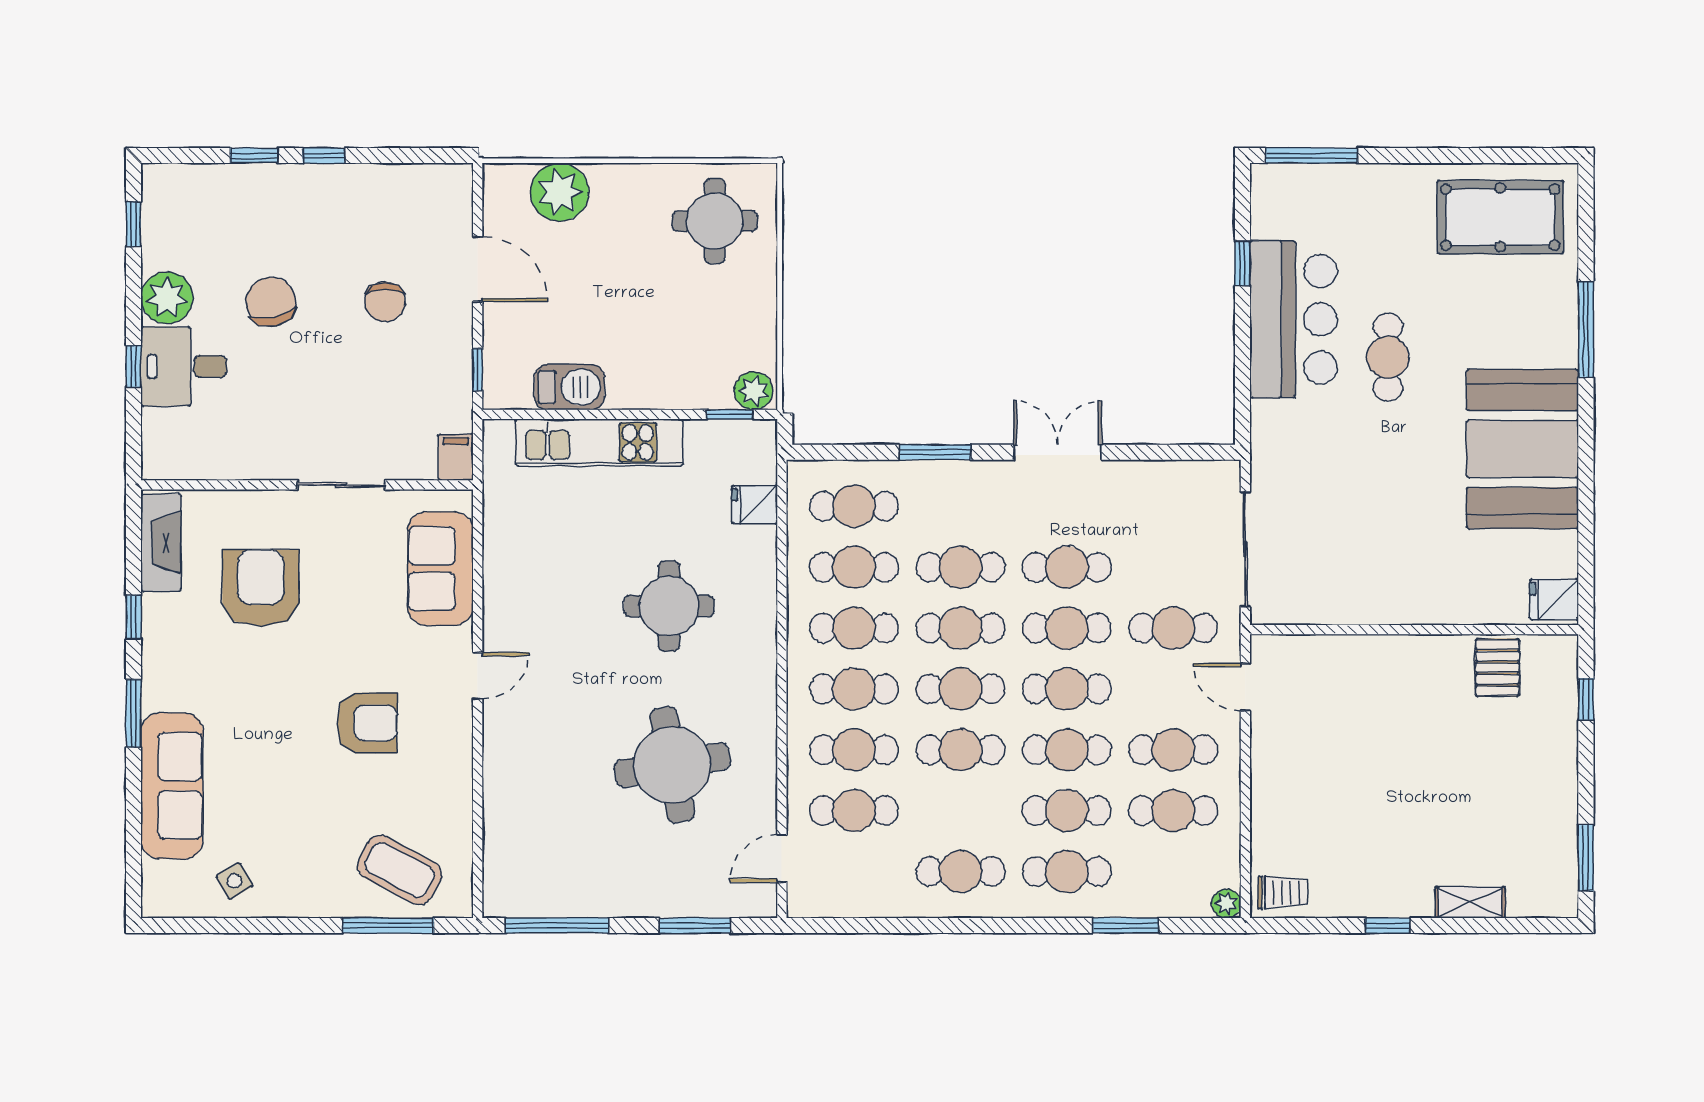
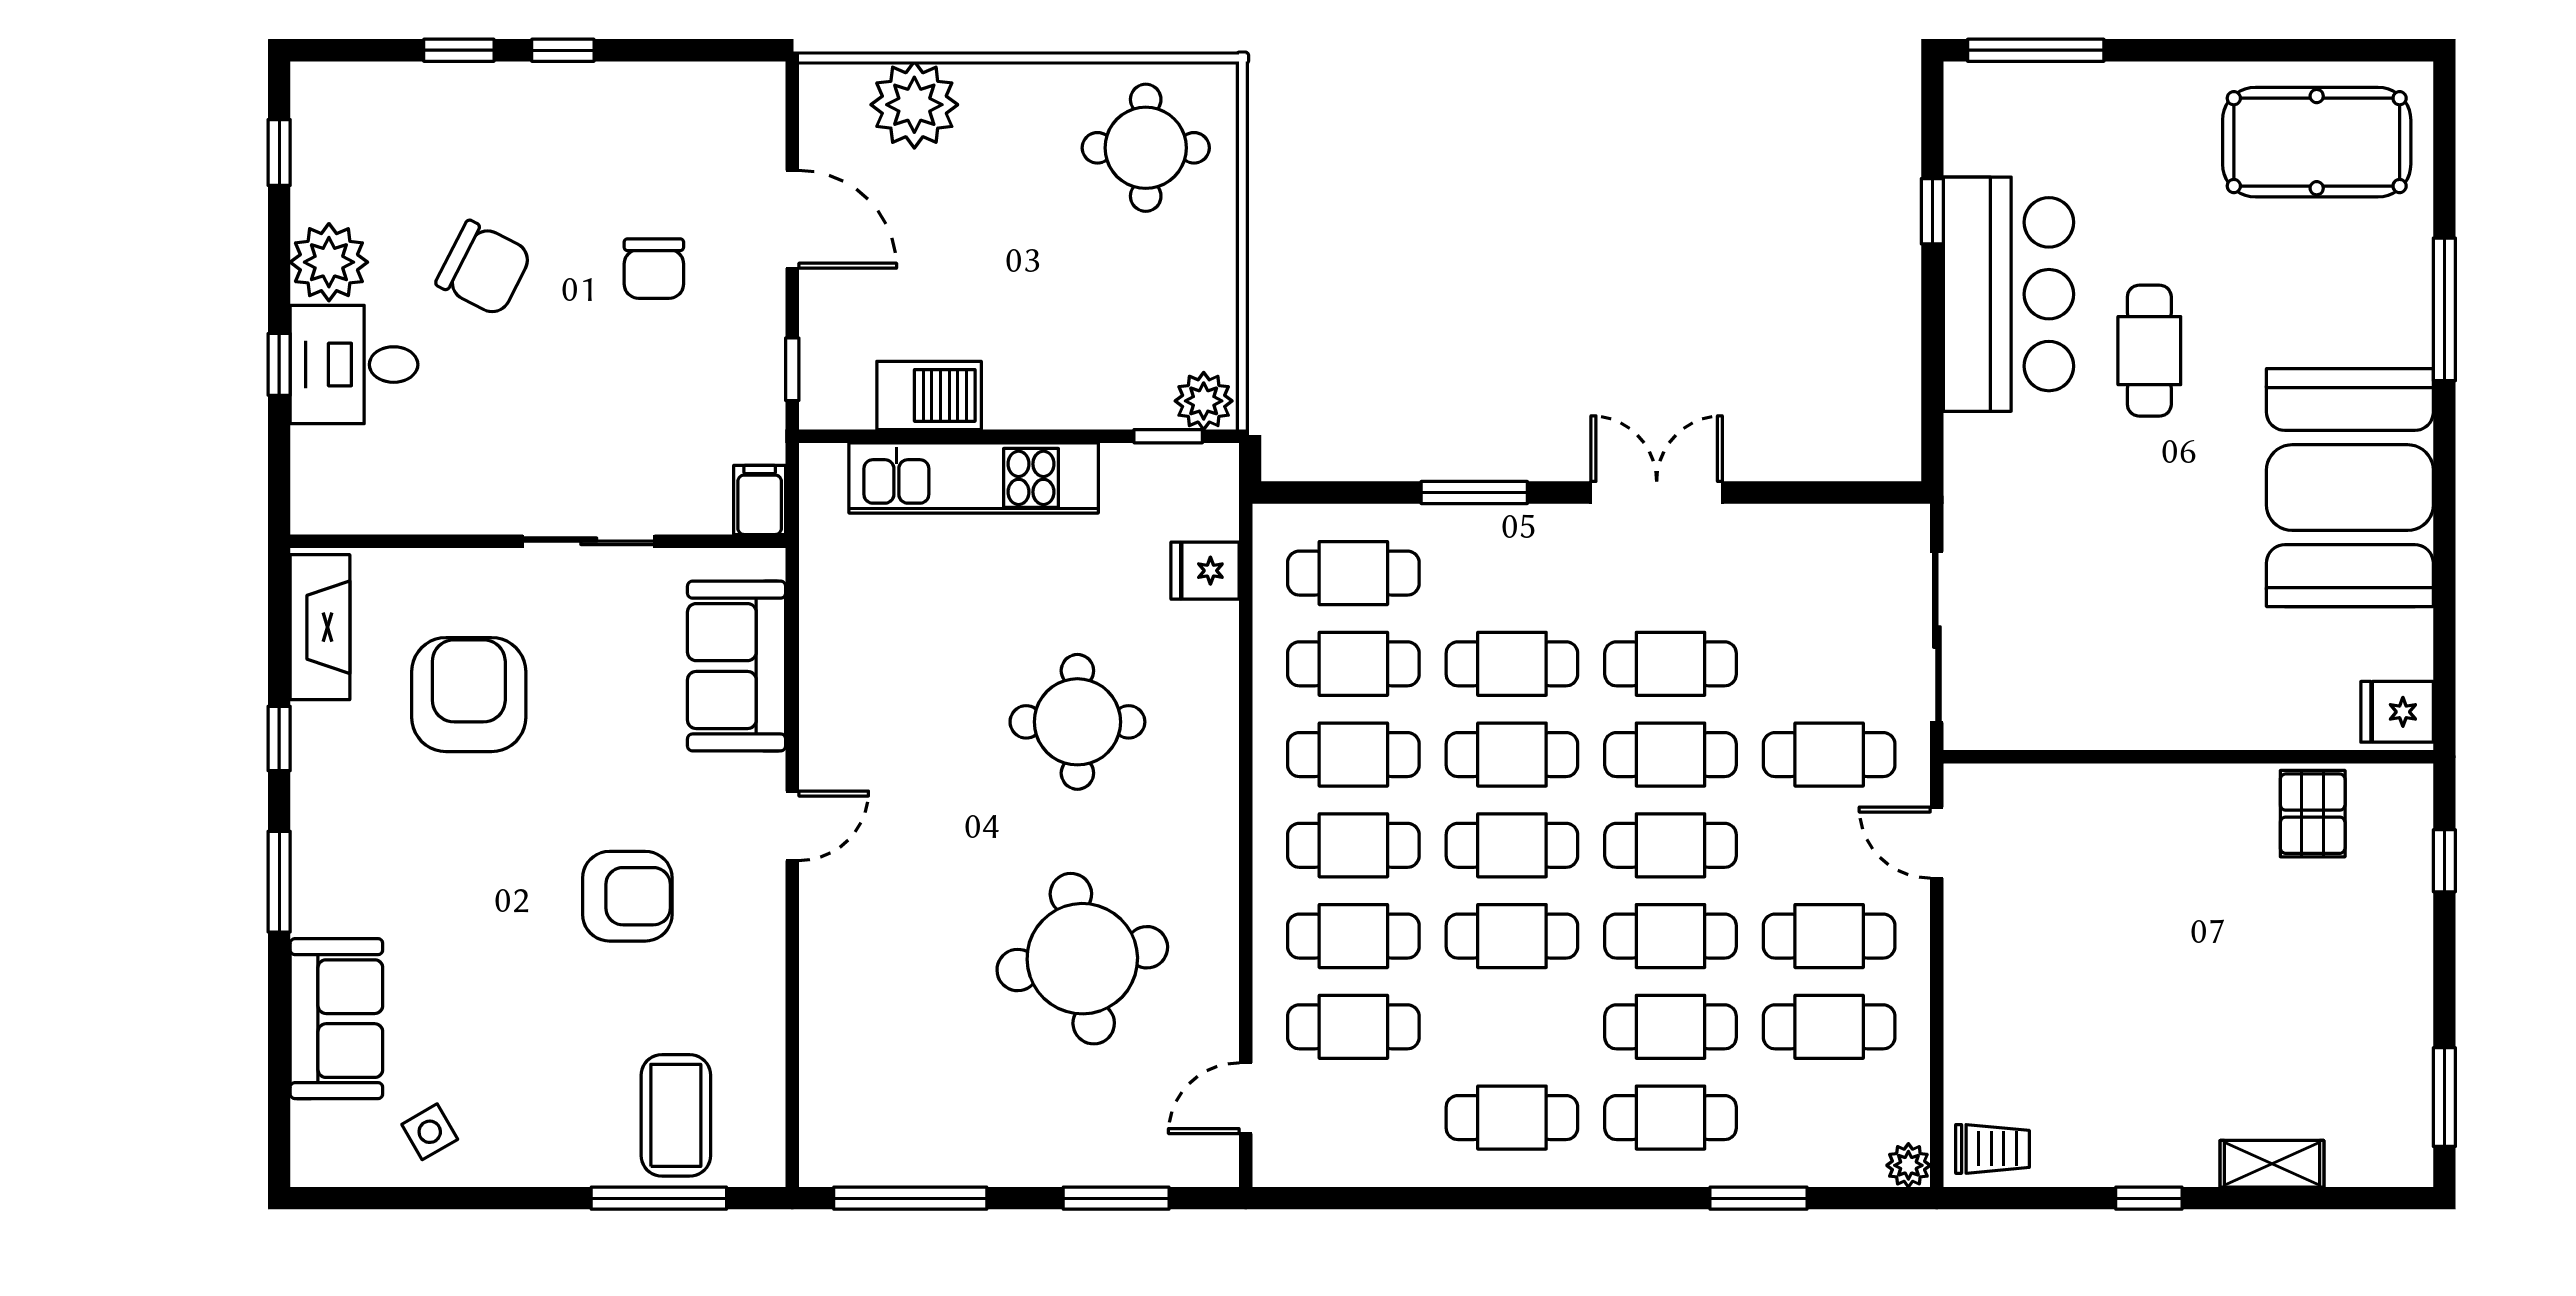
chair: (271, 302) -> (484, 268), turned 129
sofa: (172, 786) -> (336, 1019), width x0.73
coffee table: (400, 870) -> (676, 1115), turned 62

